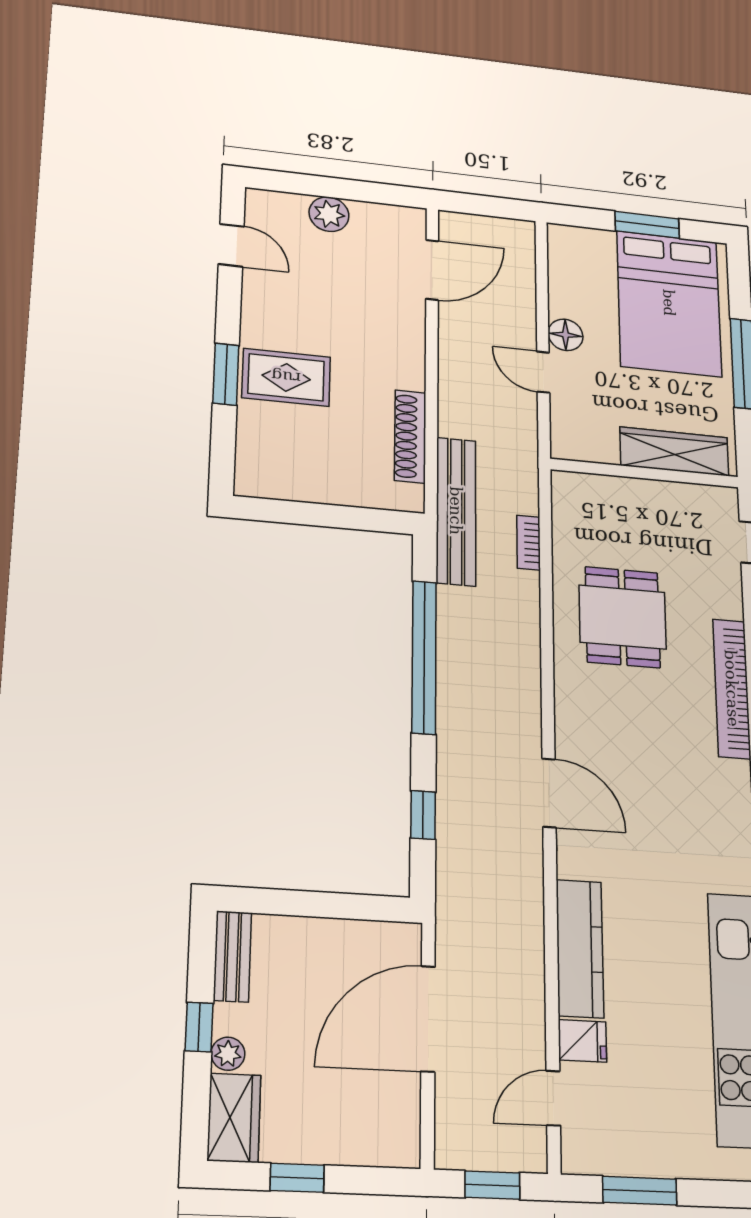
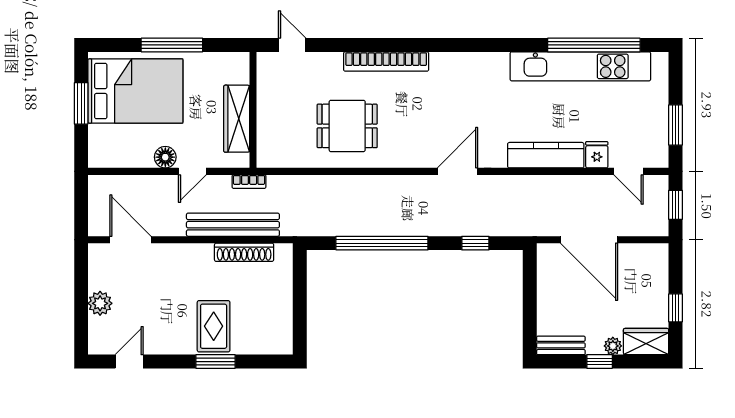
wardrobe: (674, 451) -> (237, 119), moved
bench: (456, 511) -> (233, 225), moved
bookcase: (529, 543) -> (249, 182), moved

